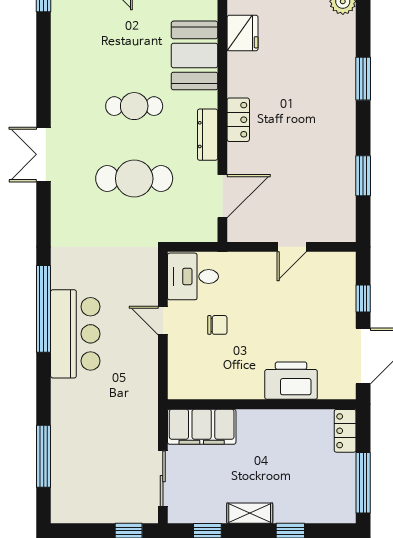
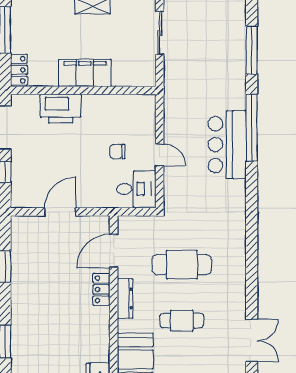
locker: (238, 120) -> (101, 289), moved
double door: (44, 154) -> (252, 340), moved
door: (292, 247) -> (60, 212), width x1.38
window: (44, 309) -> (252, 128), moved
filing cabinet: (202, 427) -> (85, 73), moved

